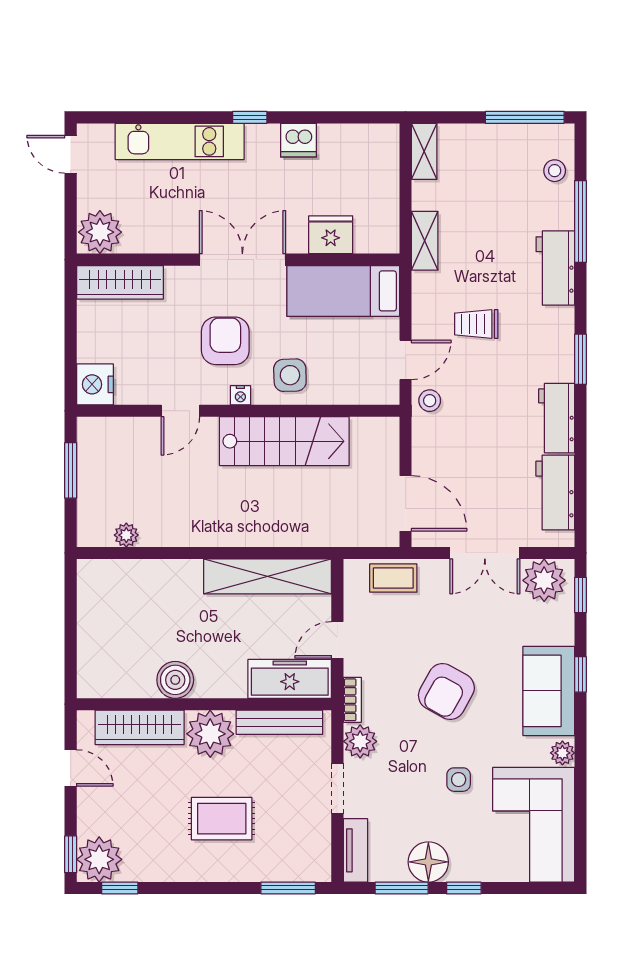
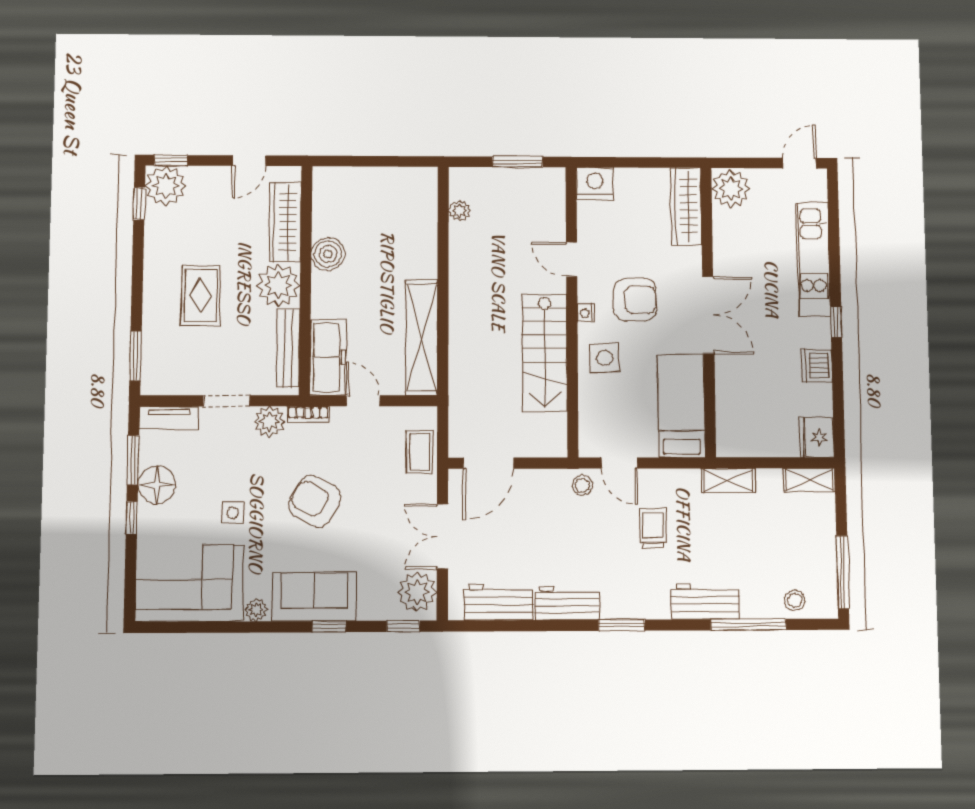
fridge: (331, 235) -> (817, 437), moved, turned 180

